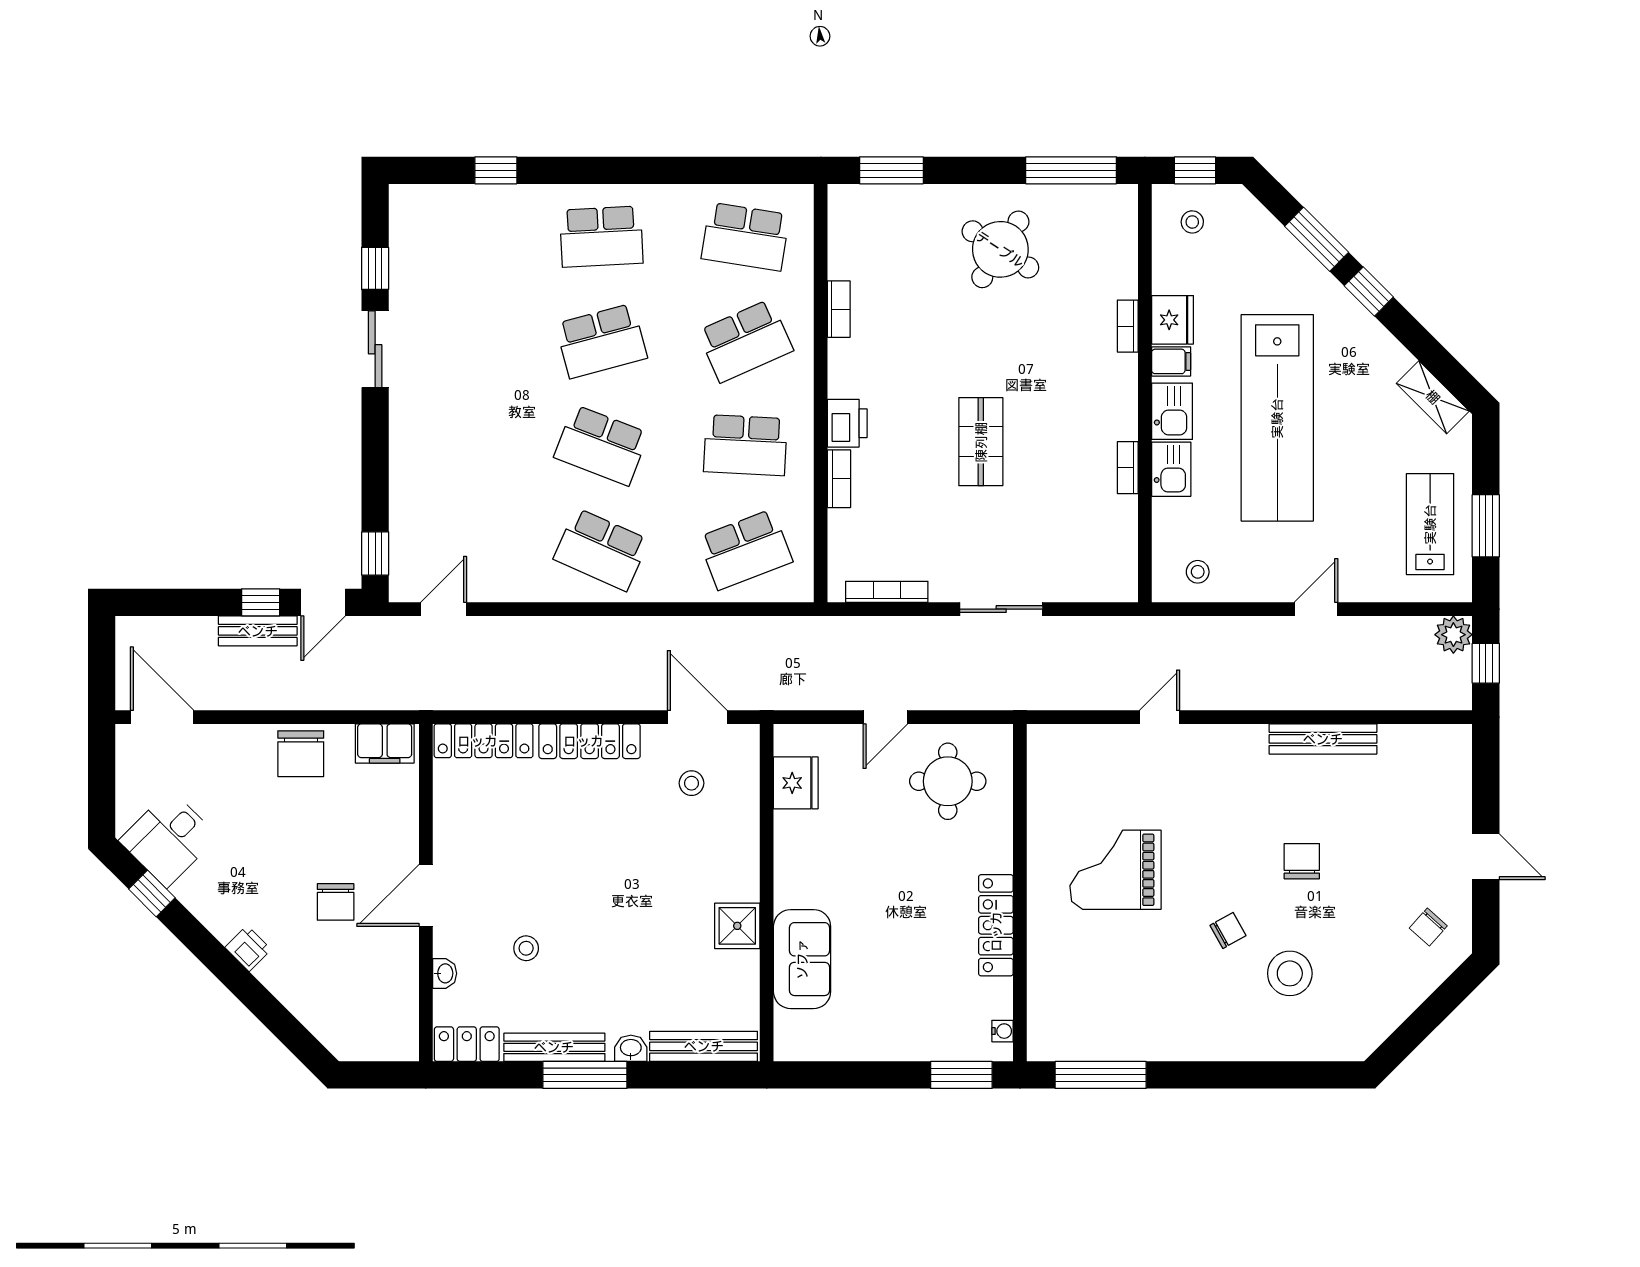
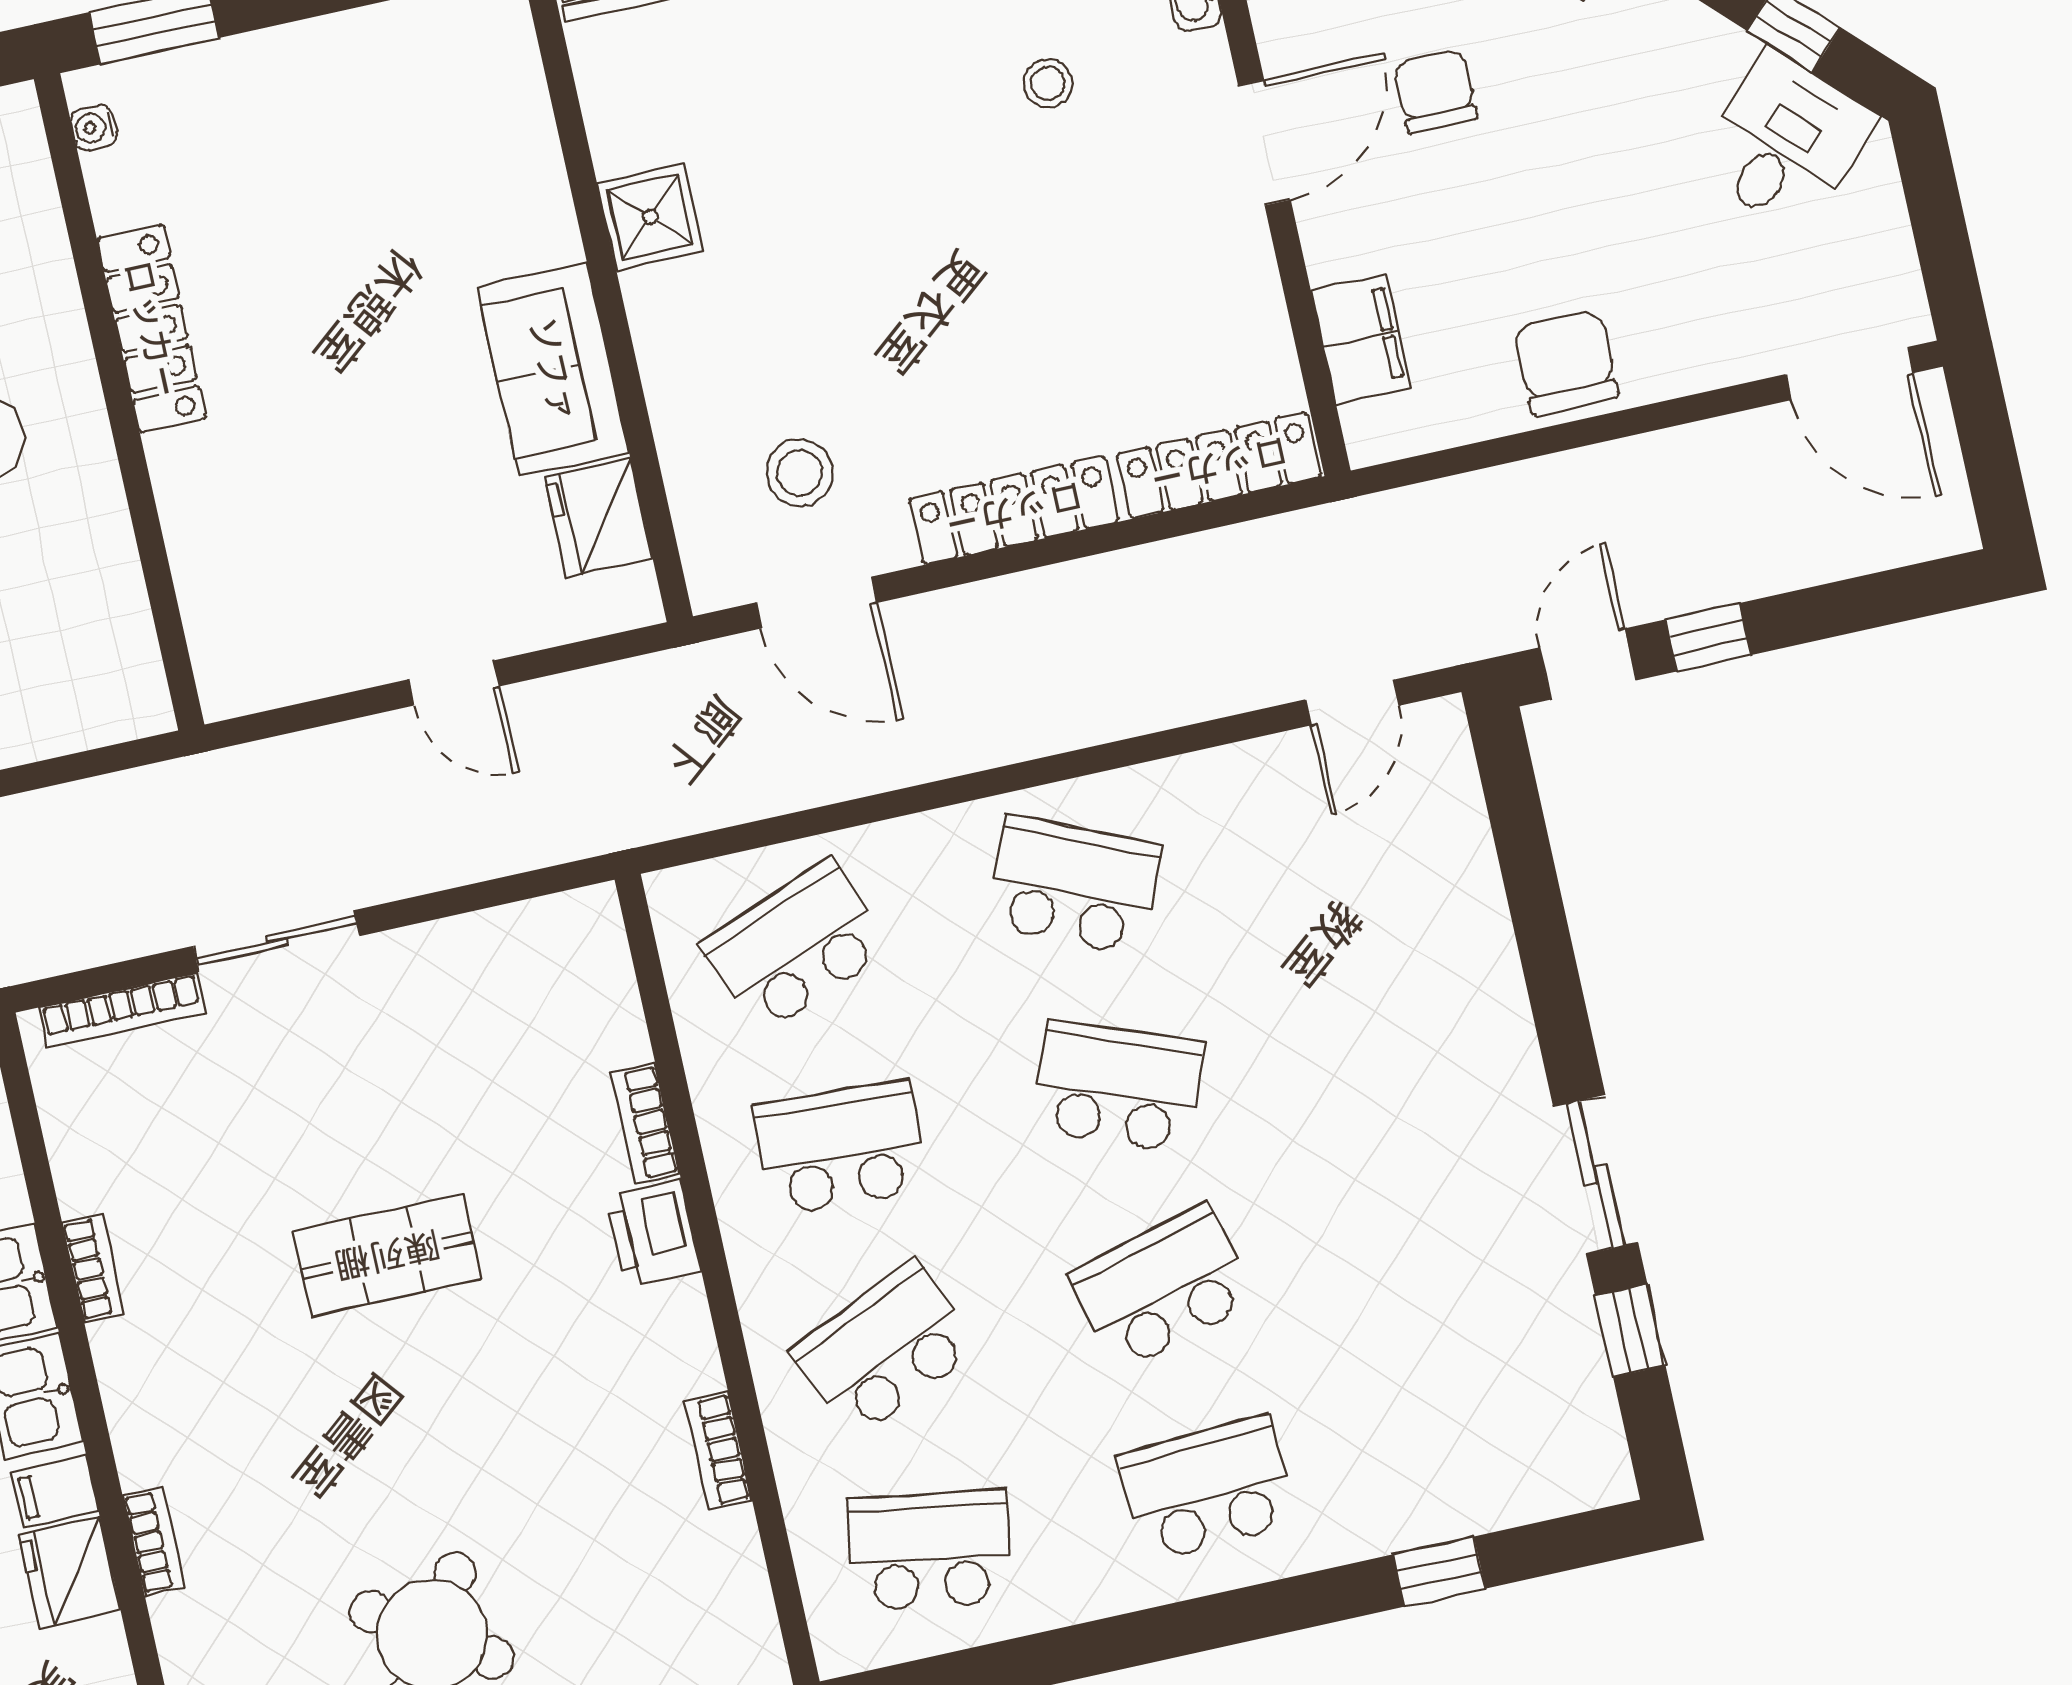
shop shelf: (981, 442) -> (387, 1255), turned 90
window: (375, 554) -> (1508, 780), removed
bookcase: (887, 592) -> (122, 1010), moved
bench: (258, 631) -> (1702, 581), removed
door: (885, 717) -> (454, 683), swing flipped
filing cabinet: (385, 743) -> (1361, 339), moved, turned 90
round table: (948, 781) -> (306, 586), removed
stool: (691, 783) -> (800, 473), width x1.37, depth x1.37
sofa: (802, 959) -> (553, 370), moved

